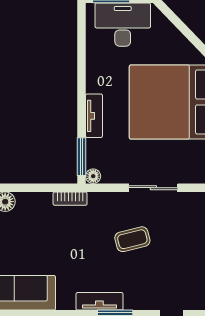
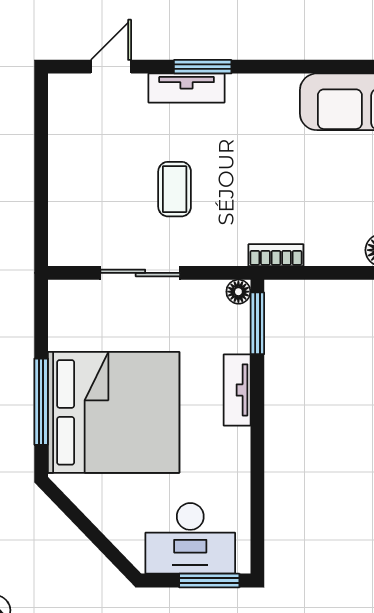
coffee table: (132, 239) -> (175, 189), turned -76
tv unit: (99, 301) -> (187, 88), moved

